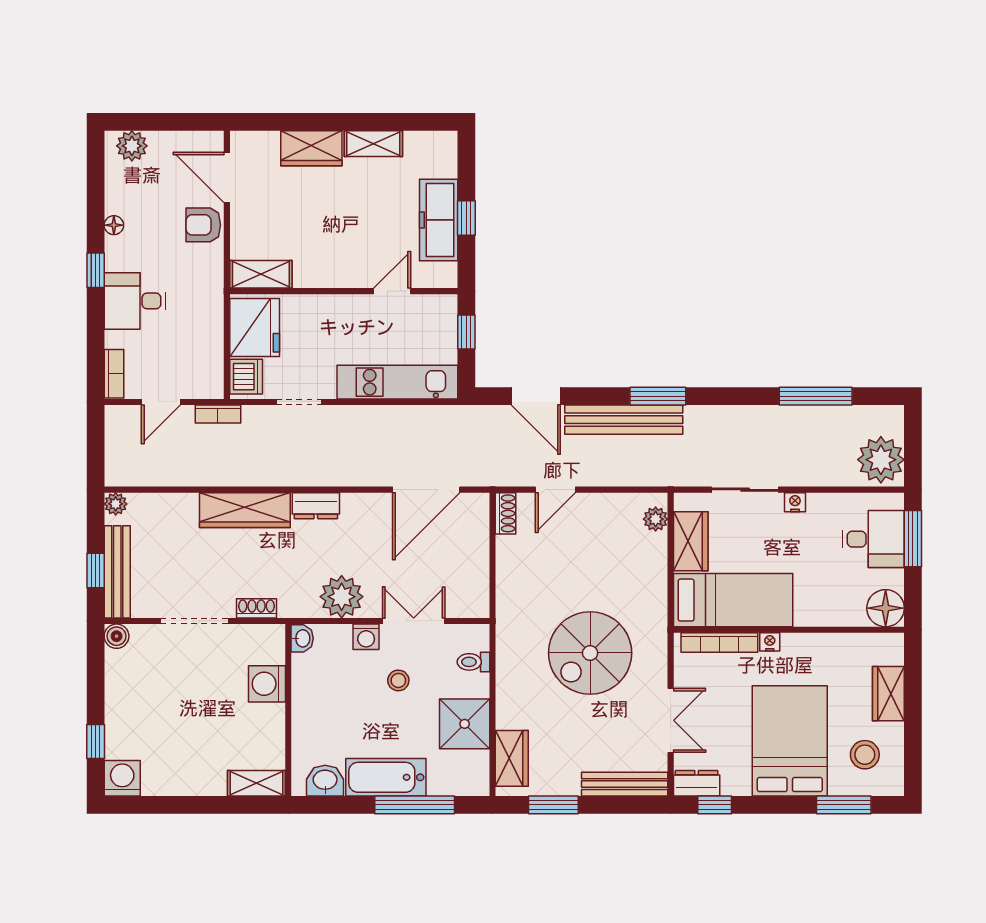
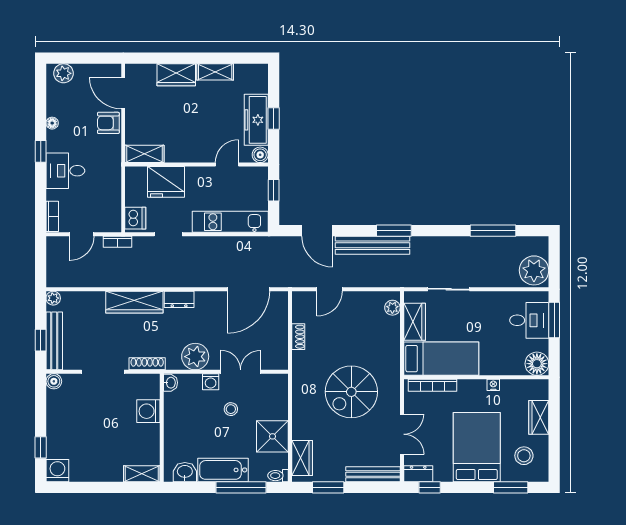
boiler: (445, 276) -> (260, 155), added
fridge: (255, 328) -> (166, 182), moved, turned 90
nightstand: (795, 502) -> (480, 297), removed
shoe rack: (506, 513) -> (298, 337), moved
shoe rack: (257, 608) -> (147, 364), width x1.43
nightstand: (770, 642) -> (493, 385), moved
toilet: (473, 662) -> (278, 476), moved

